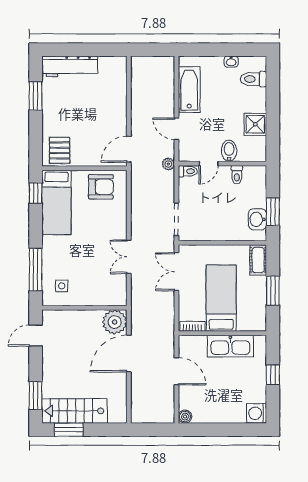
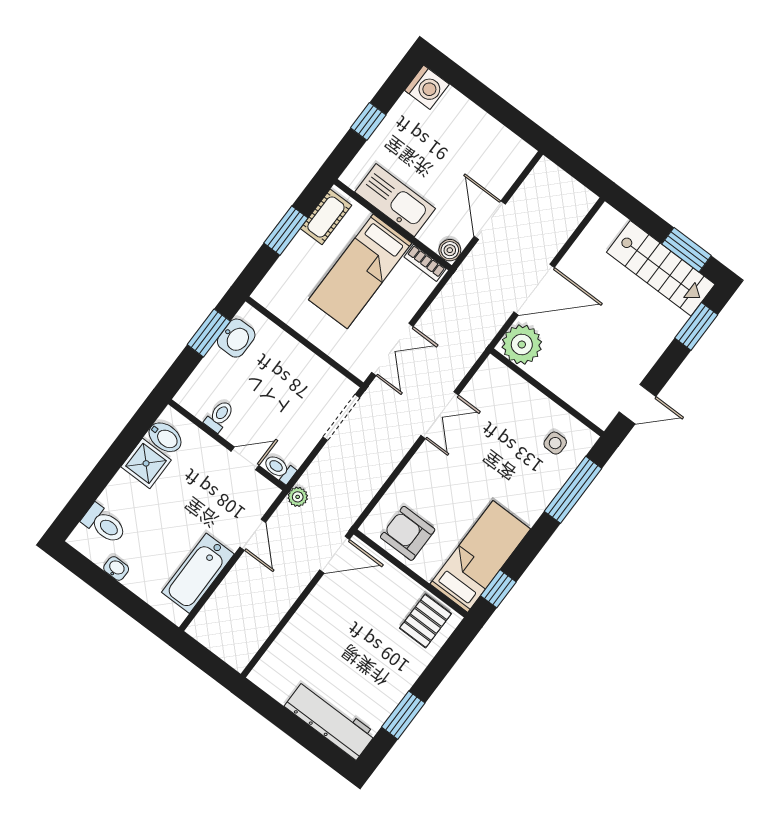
bidet: (229, 151) -> (165, 437), moved, turned -90
cot: (258, 260) -> (326, 217), moved
boiler: (185, 417) -> (450, 250), moved

